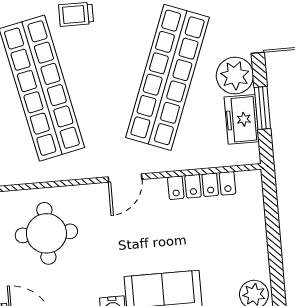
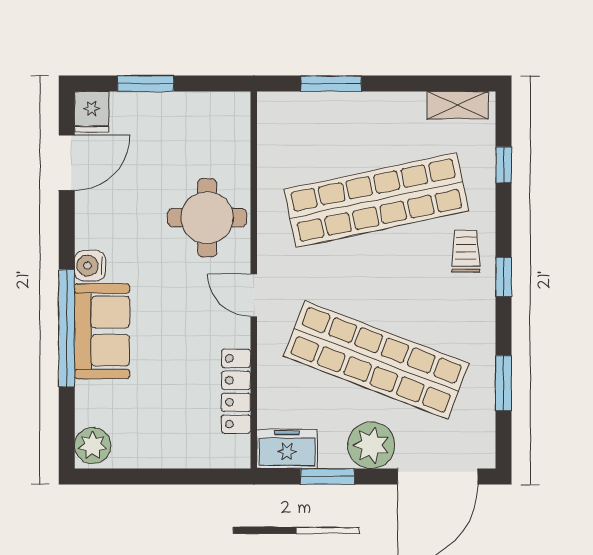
freezer: (242, 119) -> (287, 449), moved
round table: (46, 233) -> (207, 218), moved

